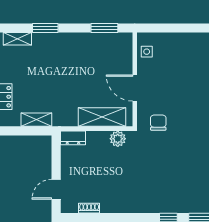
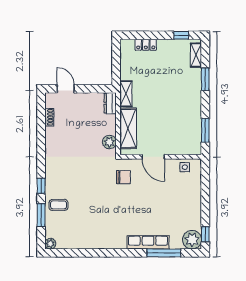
door: (135, 88) -> (153, 157), swing flipped
shelving: (36, 120) -> (126, 94), moved
coffee table: (190, 197) -> (58, 205), added

